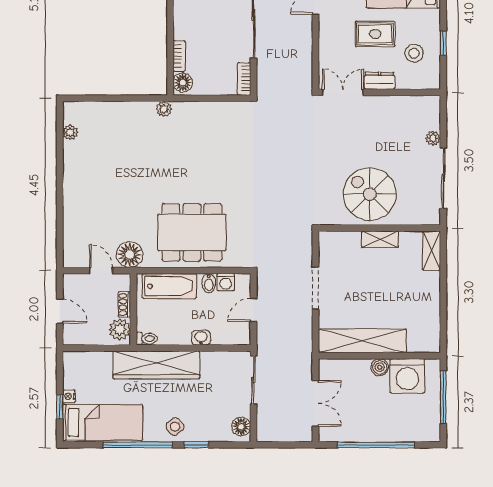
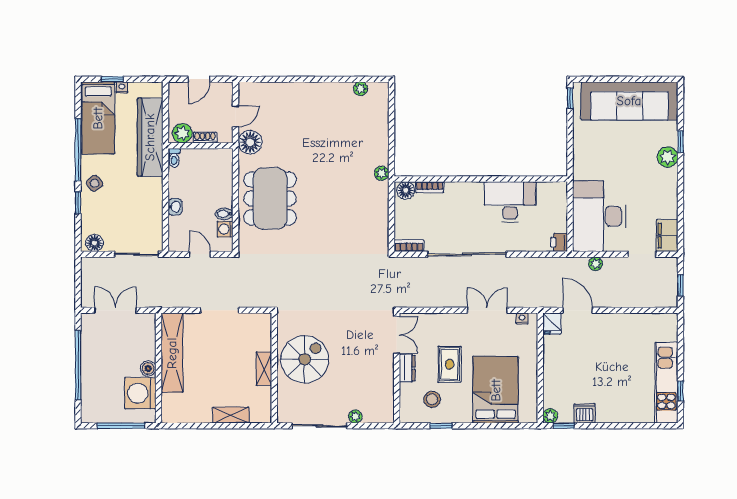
shelving: (431, 251) -> (231, 415), moved
bathtub: (169, 286) -> (222, 178), removed
wardrobe: (156, 365) -> (150, 137), moved
double door: (315, 403) -> (115, 310), swing flipped

